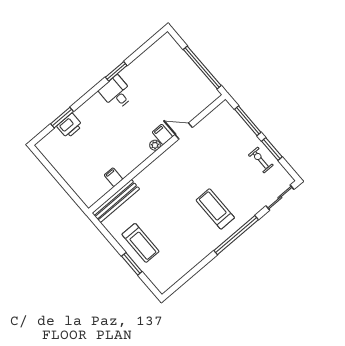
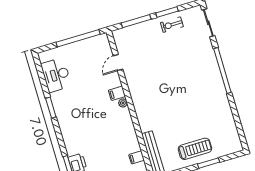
desk: (117, 93) -> (56, 75), moved, width x1.37
door: (184, 131) -> (118, 62), moved
filing cabinet: (113, 177) -> (137, 157), moved
treadmill: (215, 209) -> (194, 78), removed

